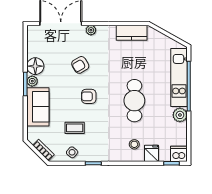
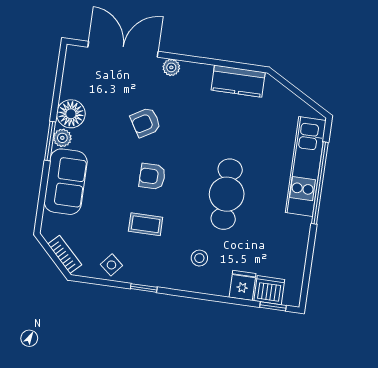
plant: (180, 115) -> (298, 229), removed
coffee table: (75, 128) -> (146, 224), moved
stool: (134, 144) -> (199, 258), moved
dishwasher: (179, 154) -> (269, 290), moved

